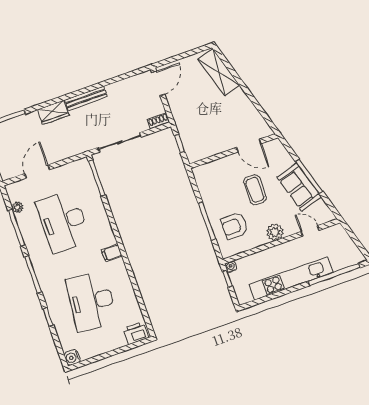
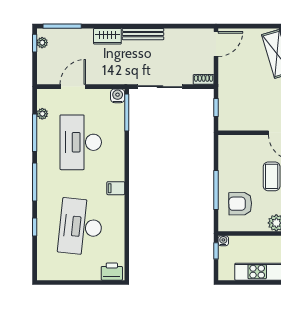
water cooler: (72, 357) -> (118, 96), moved, turned 90

